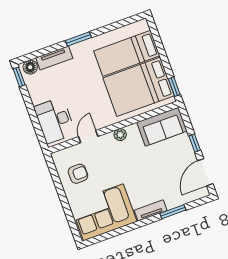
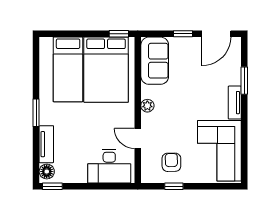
door: (205, 172) -> (216, 34), hinge flipped
window: (58, 183) -> (174, 186), added

